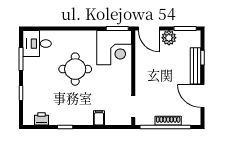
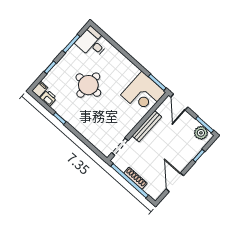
plant: (169, 38) -> (201, 133), moved
bench: (196, 66) -> (147, 126), moved
round table: (75, 69) -> (88, 85), moved
filing cabinet: (99, 118) -> (40, 89), moved

